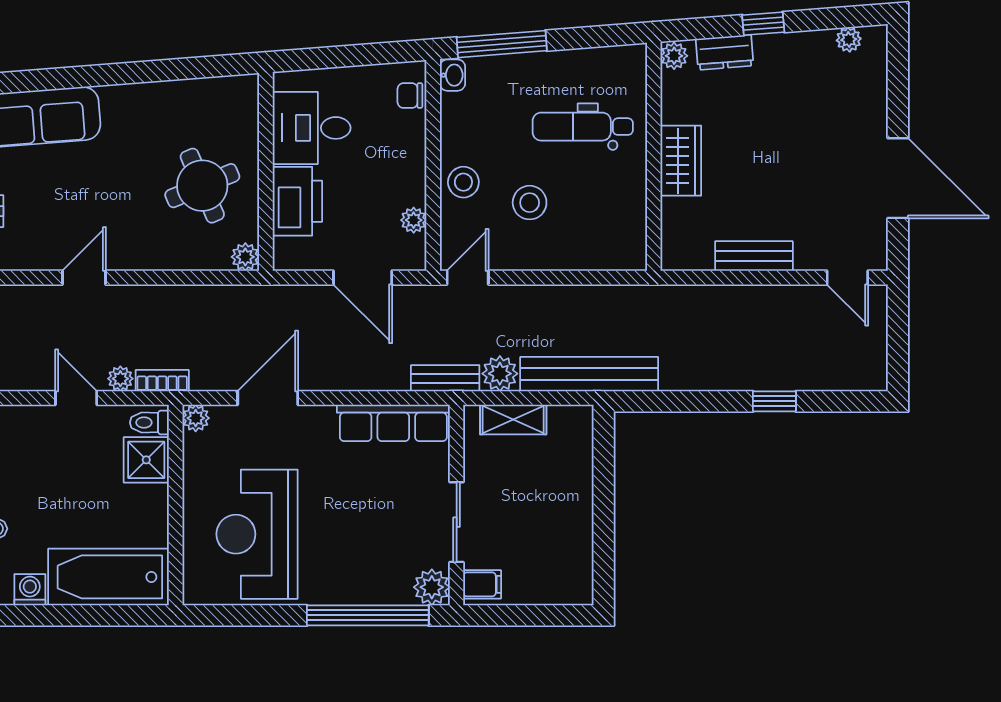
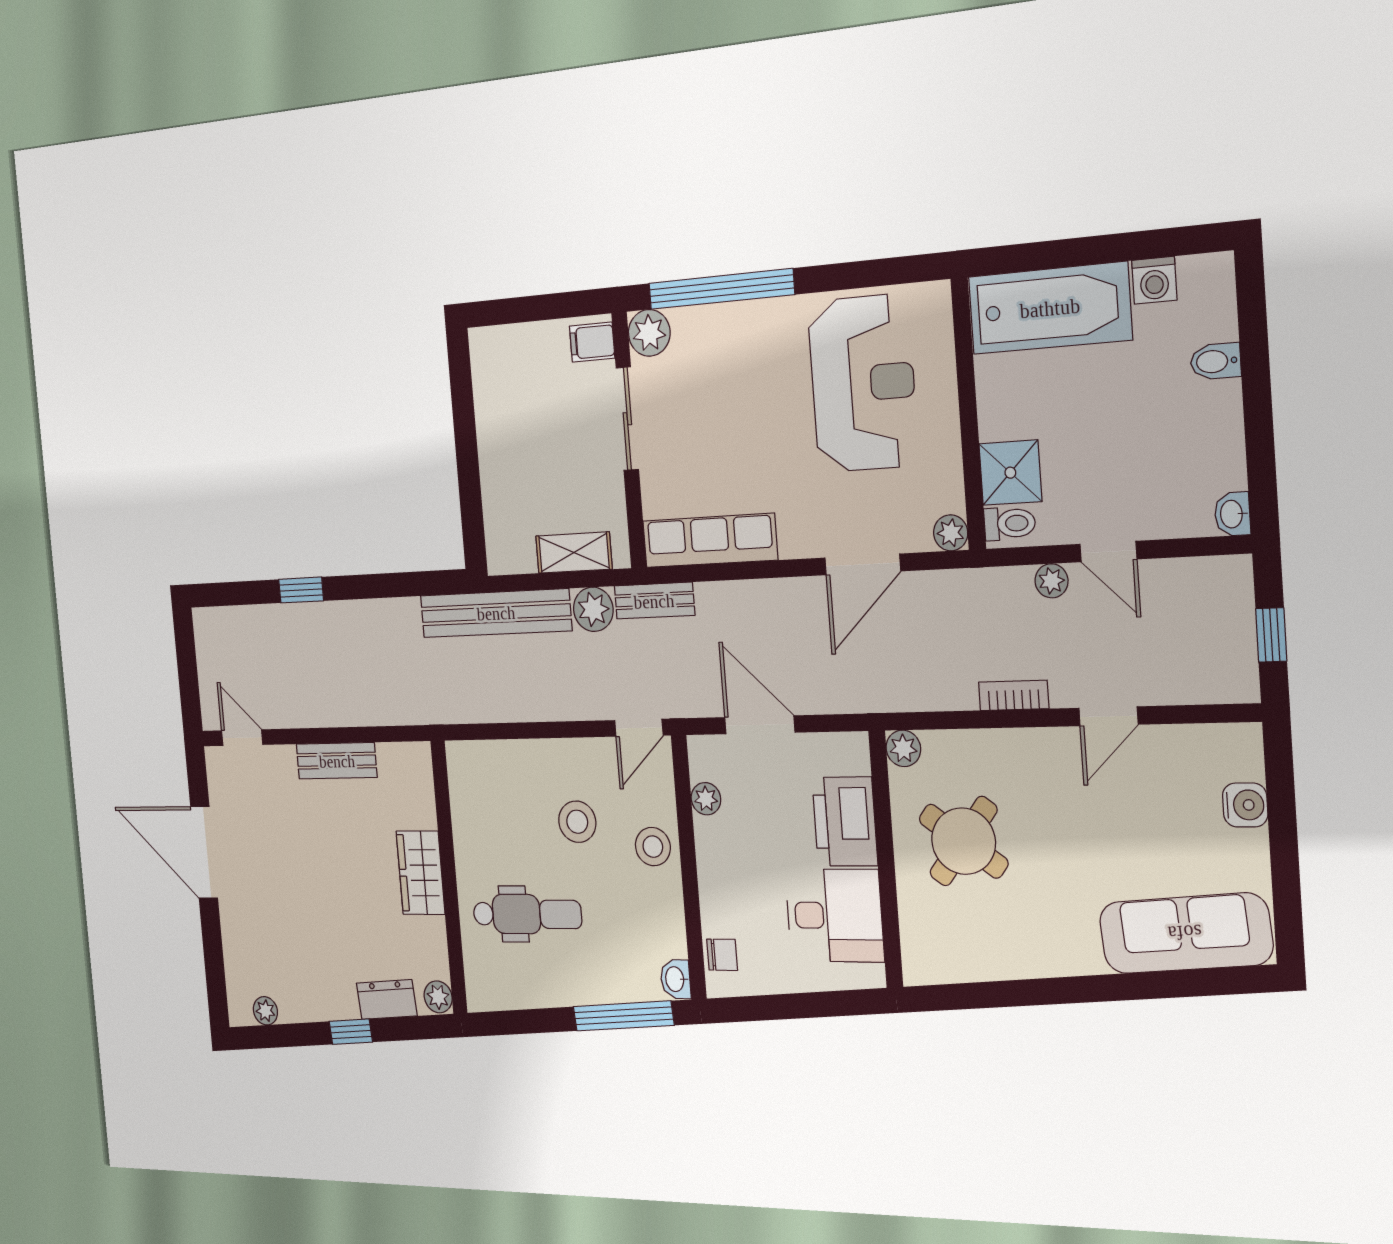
round table: (202, 186) -> (964, 841), turned -30
bookcase: (162, 381) -> (1014, 695), moved, turned 180

